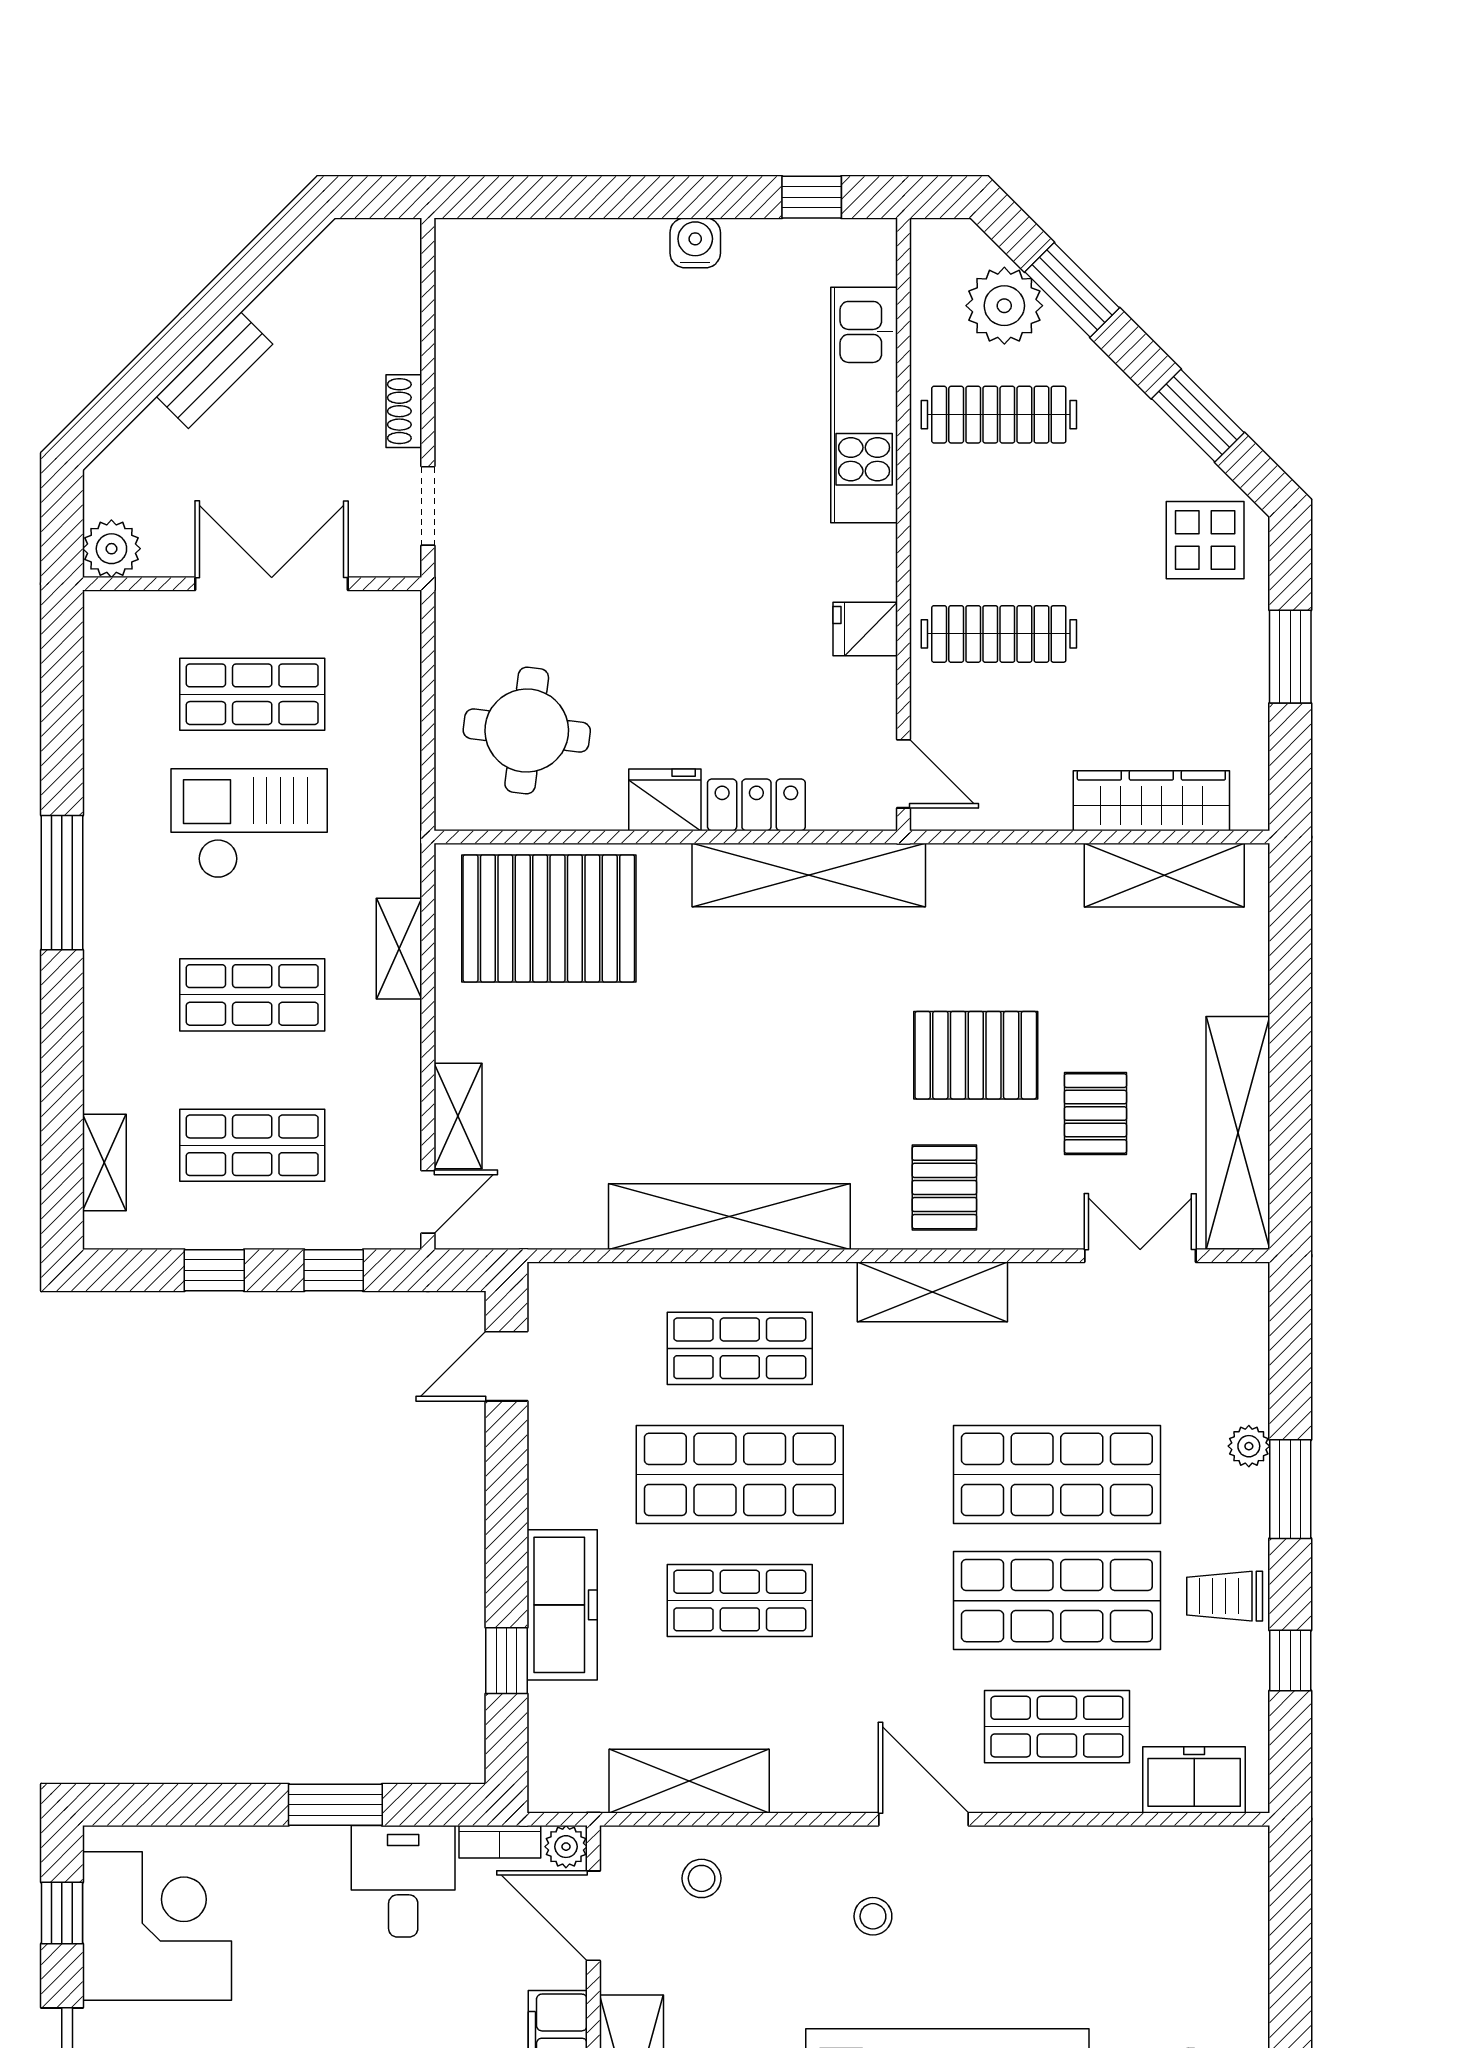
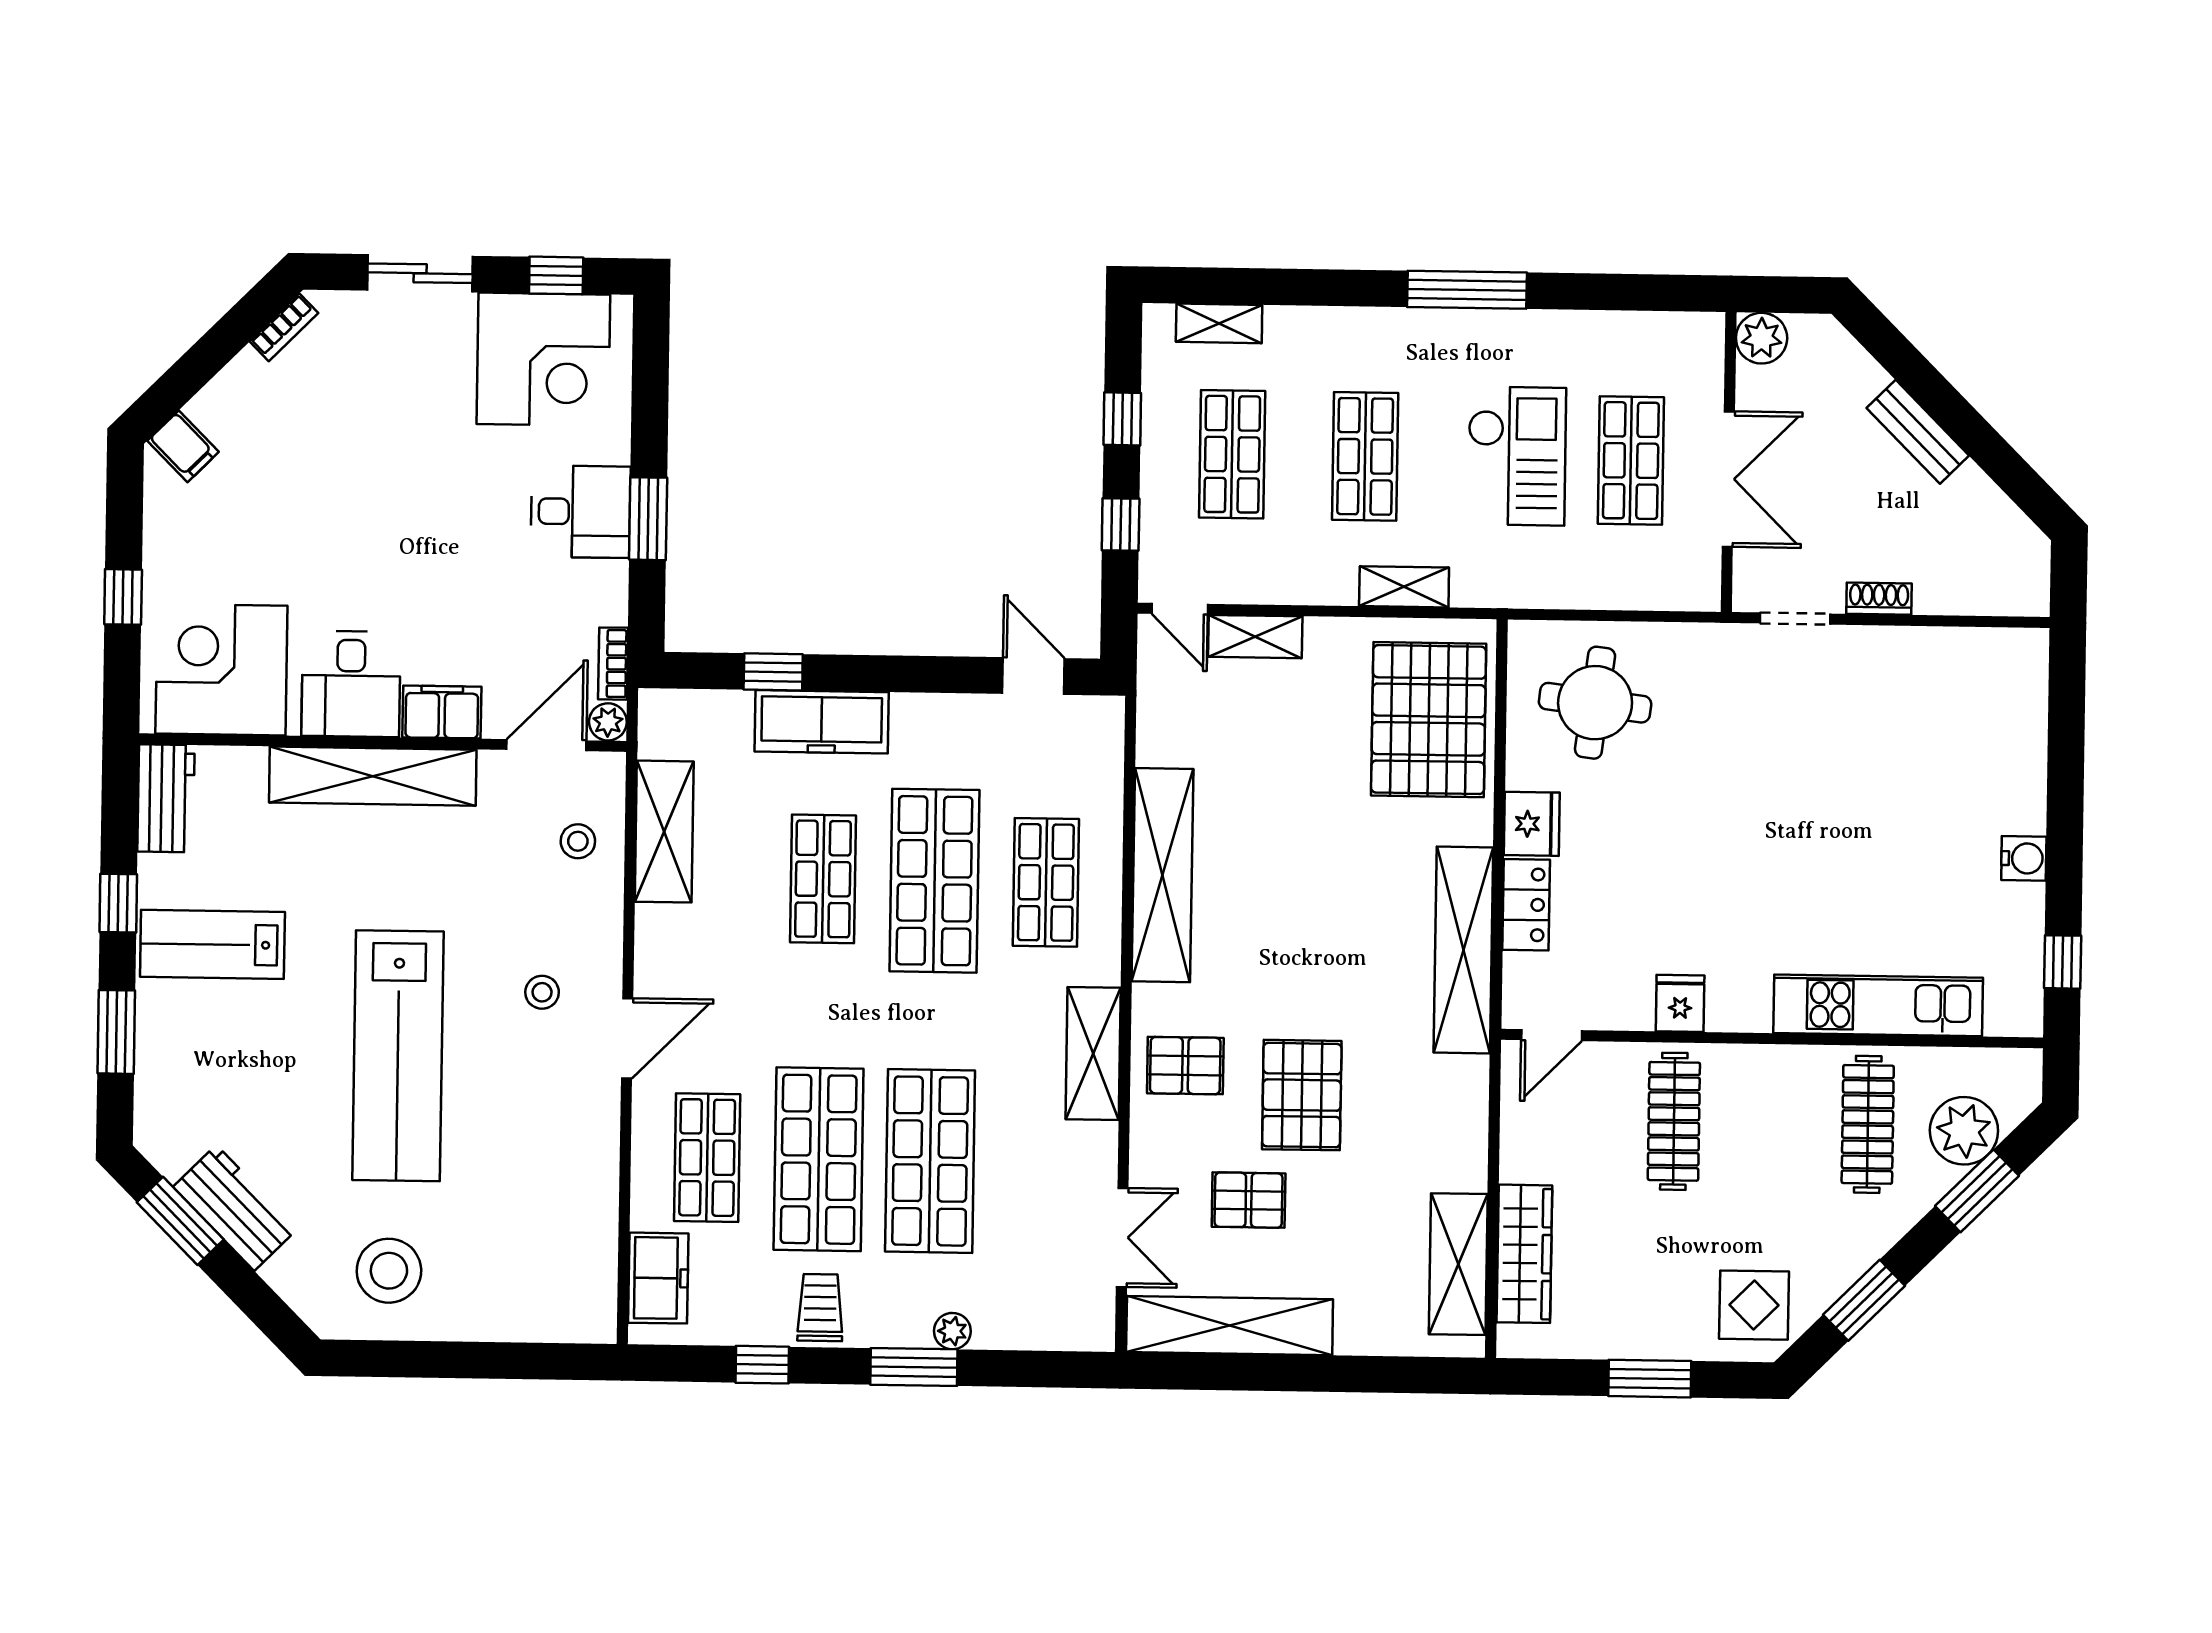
desk: (403, 1881) -> (581, 512), moved

